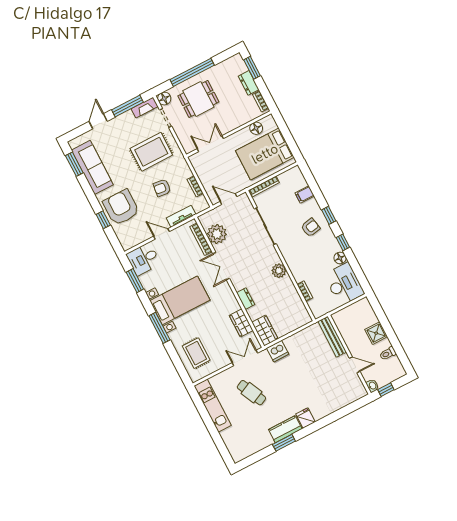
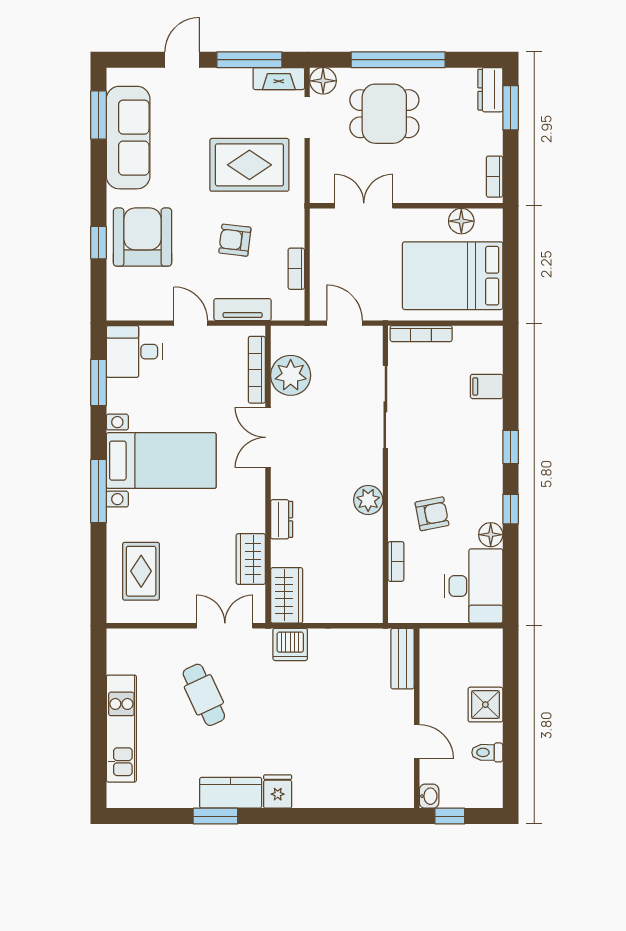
dresser: (249, 83) -> (490, 90), moved
armchair: (310, 228) -> (432, 514), moved
bench: (332, 337) -> (402, 659), width x0.73
kitchen unit: (213, 406) -> (121, 729), moved

